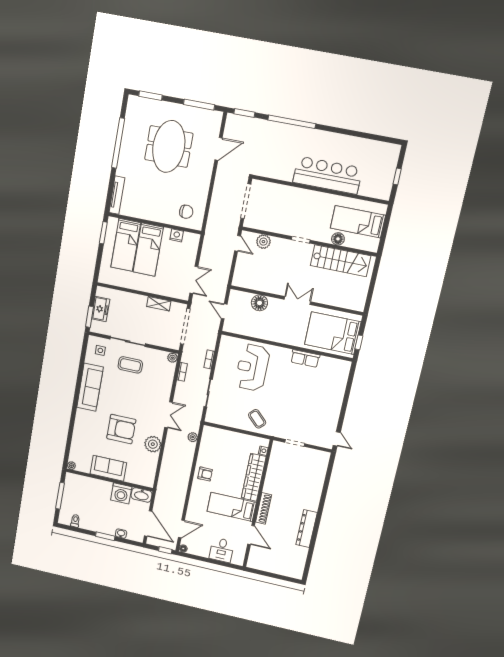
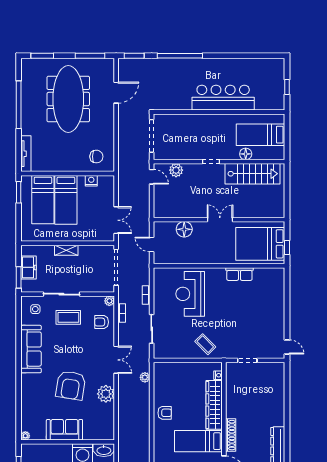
meeting table: (169, 146) -> (68, 99), width x1.36
shelving: (159, 304) -> (66, 250), moved
armchair: (161, 376) -> (102, 322), added
armchair: (121, 429) -> (71, 385), turned 99

